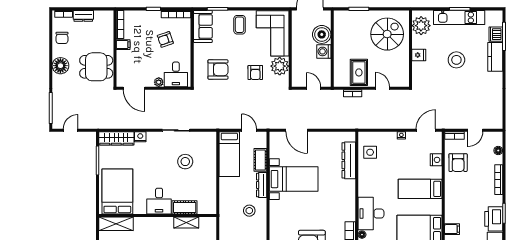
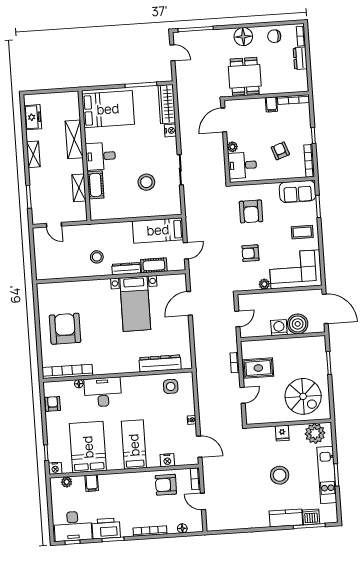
plant: (280, 66) -> (264, 284), width x0.53, depth x0.53
shelving: (116, 224) -> (74, 139), moved

